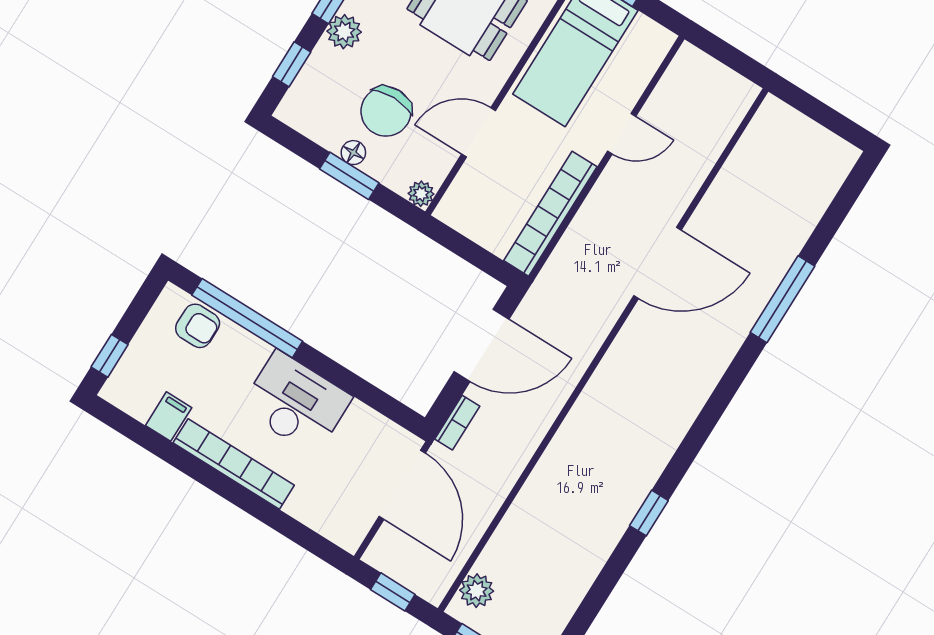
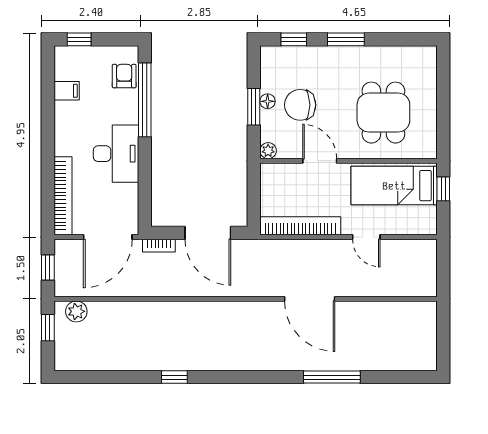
plant: (344, 32) -> (328, 56), removed
armchair: (198, 326) -> (124, 76), turned 180
bookcase: (234, 464) -> (63, 196), moved

